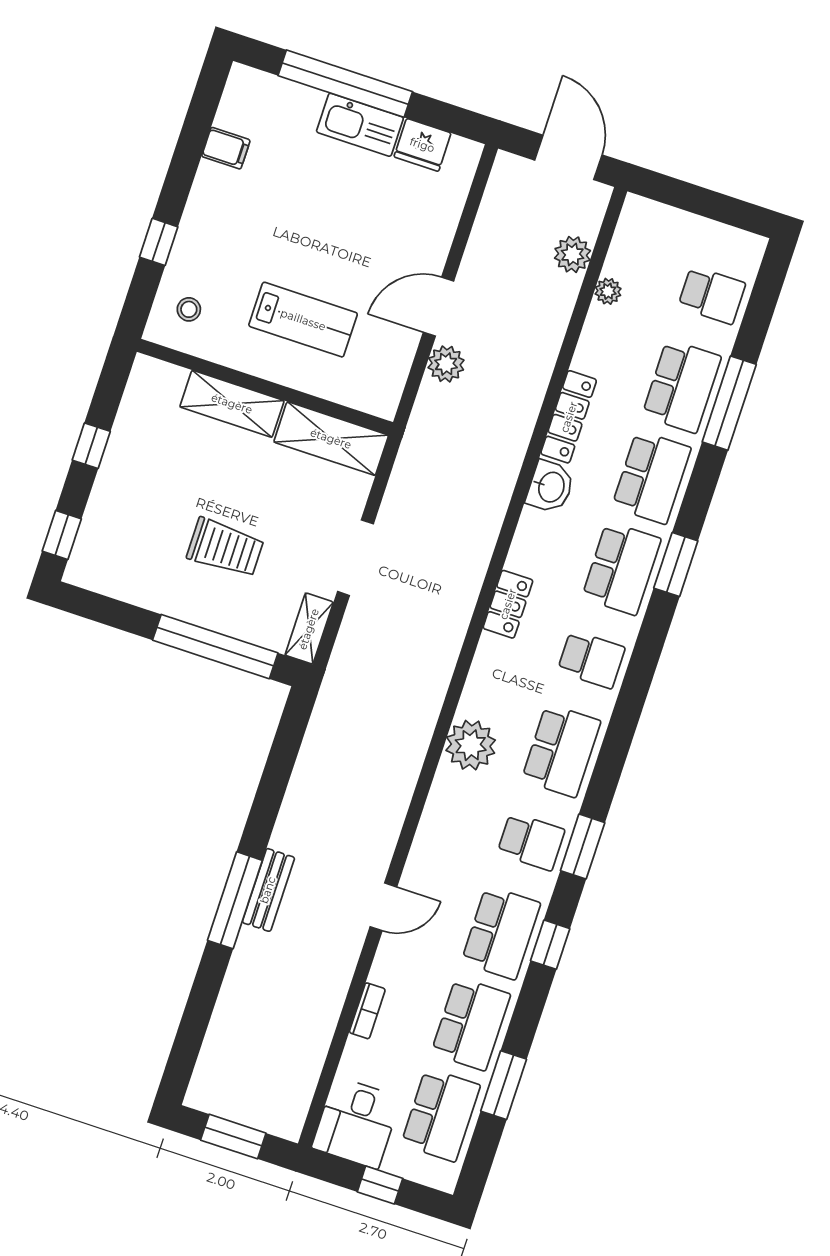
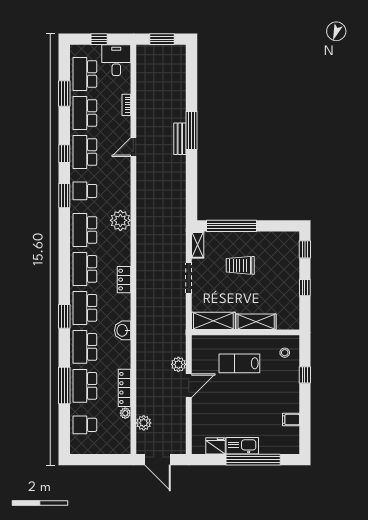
locker: (569, 417) -> (124, 388), moved
school desk: (591, 659) -> (85, 269), width x1.85

